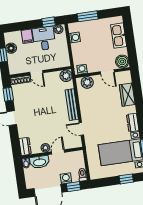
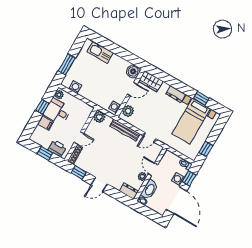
window: (48, 22) -> (42, 107), moved
floor lamp: (11, 48) -> (45, 143), removed
boiler: (122, 61) -> (133, 71), moved
printer: (14, 62) -> (57, 148), added
washing machine: (82, 69) -> (115, 107), moved
door: (107, 72) -> (132, 89), moved
wall: (103, 73) -> (130, 93), moved
plant: (87, 82) -> (128, 111), moved
window: (126, 179) -> (206, 149), moved

